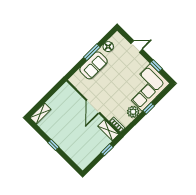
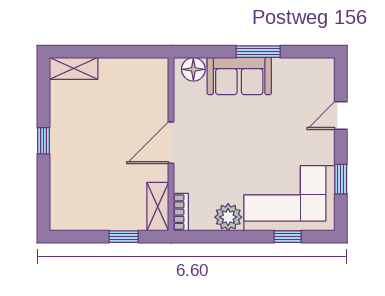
door: (137, 46) -> (341, 115), swing flipped
floor lamp: (108, 47) -> (193, 69), moved
window: (149, 108) -> (288, 237), moved

